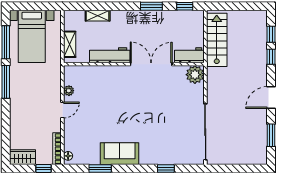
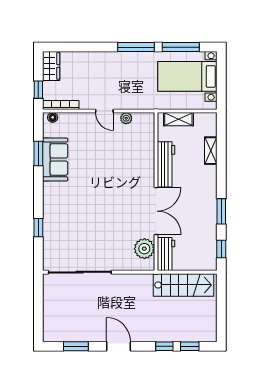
plant: (195, 75) -> (144, 249), moved
sofa: (120, 154) -> (55, 159), moved

